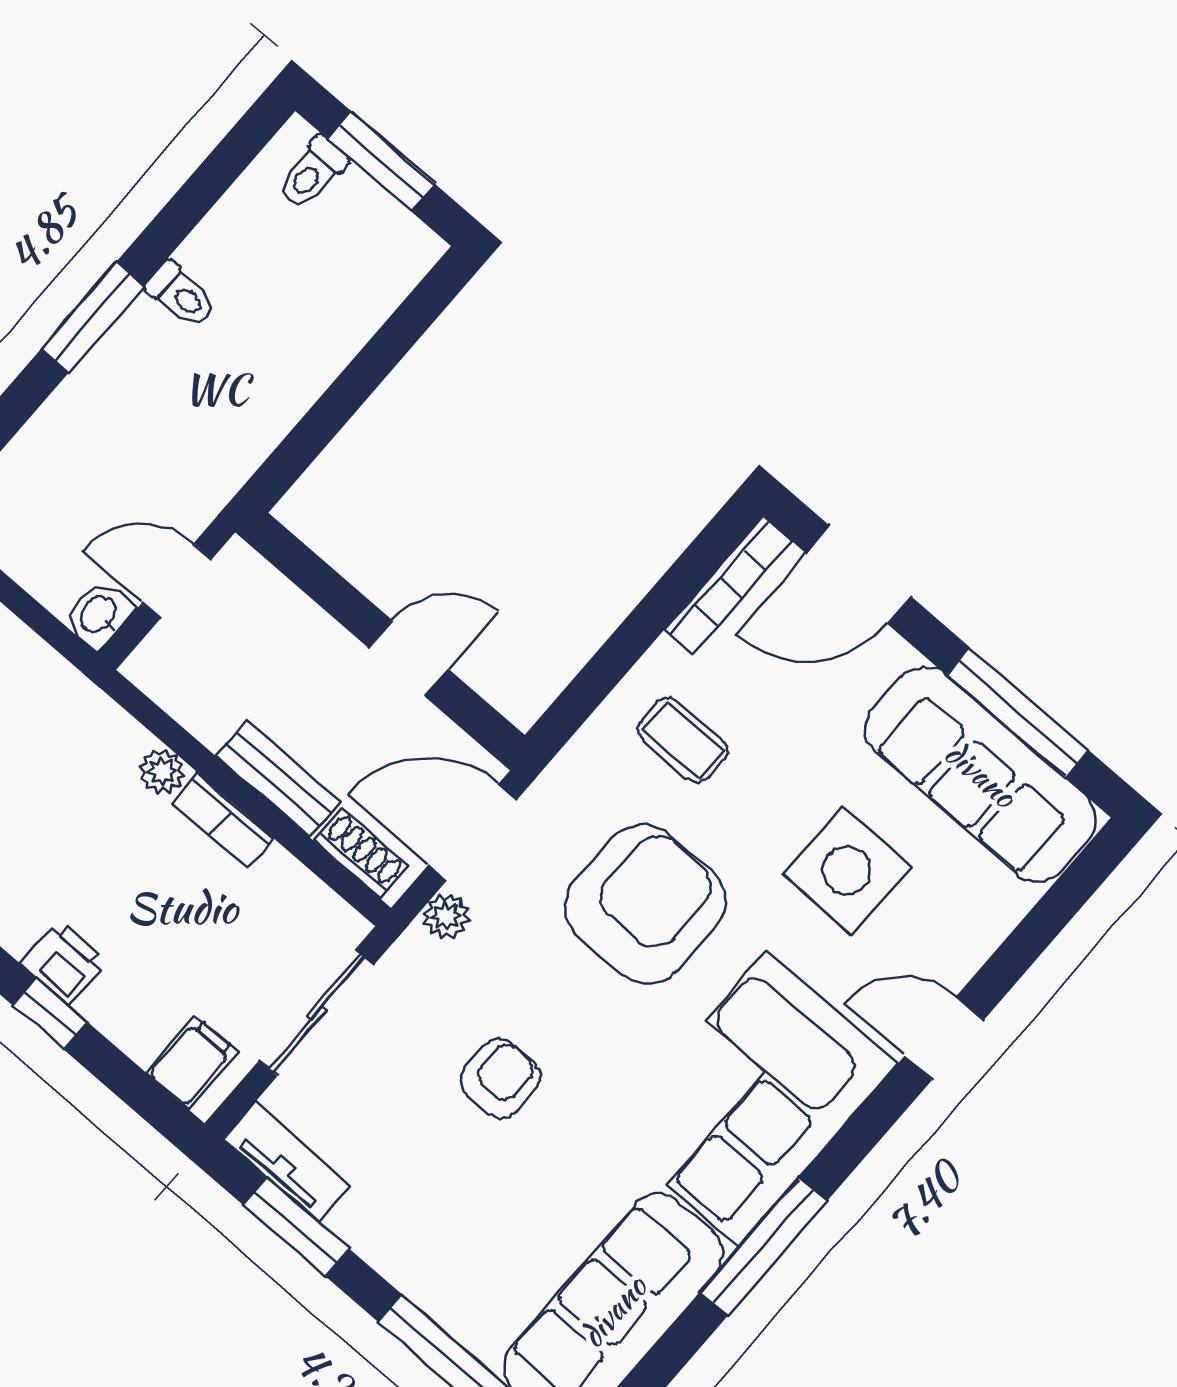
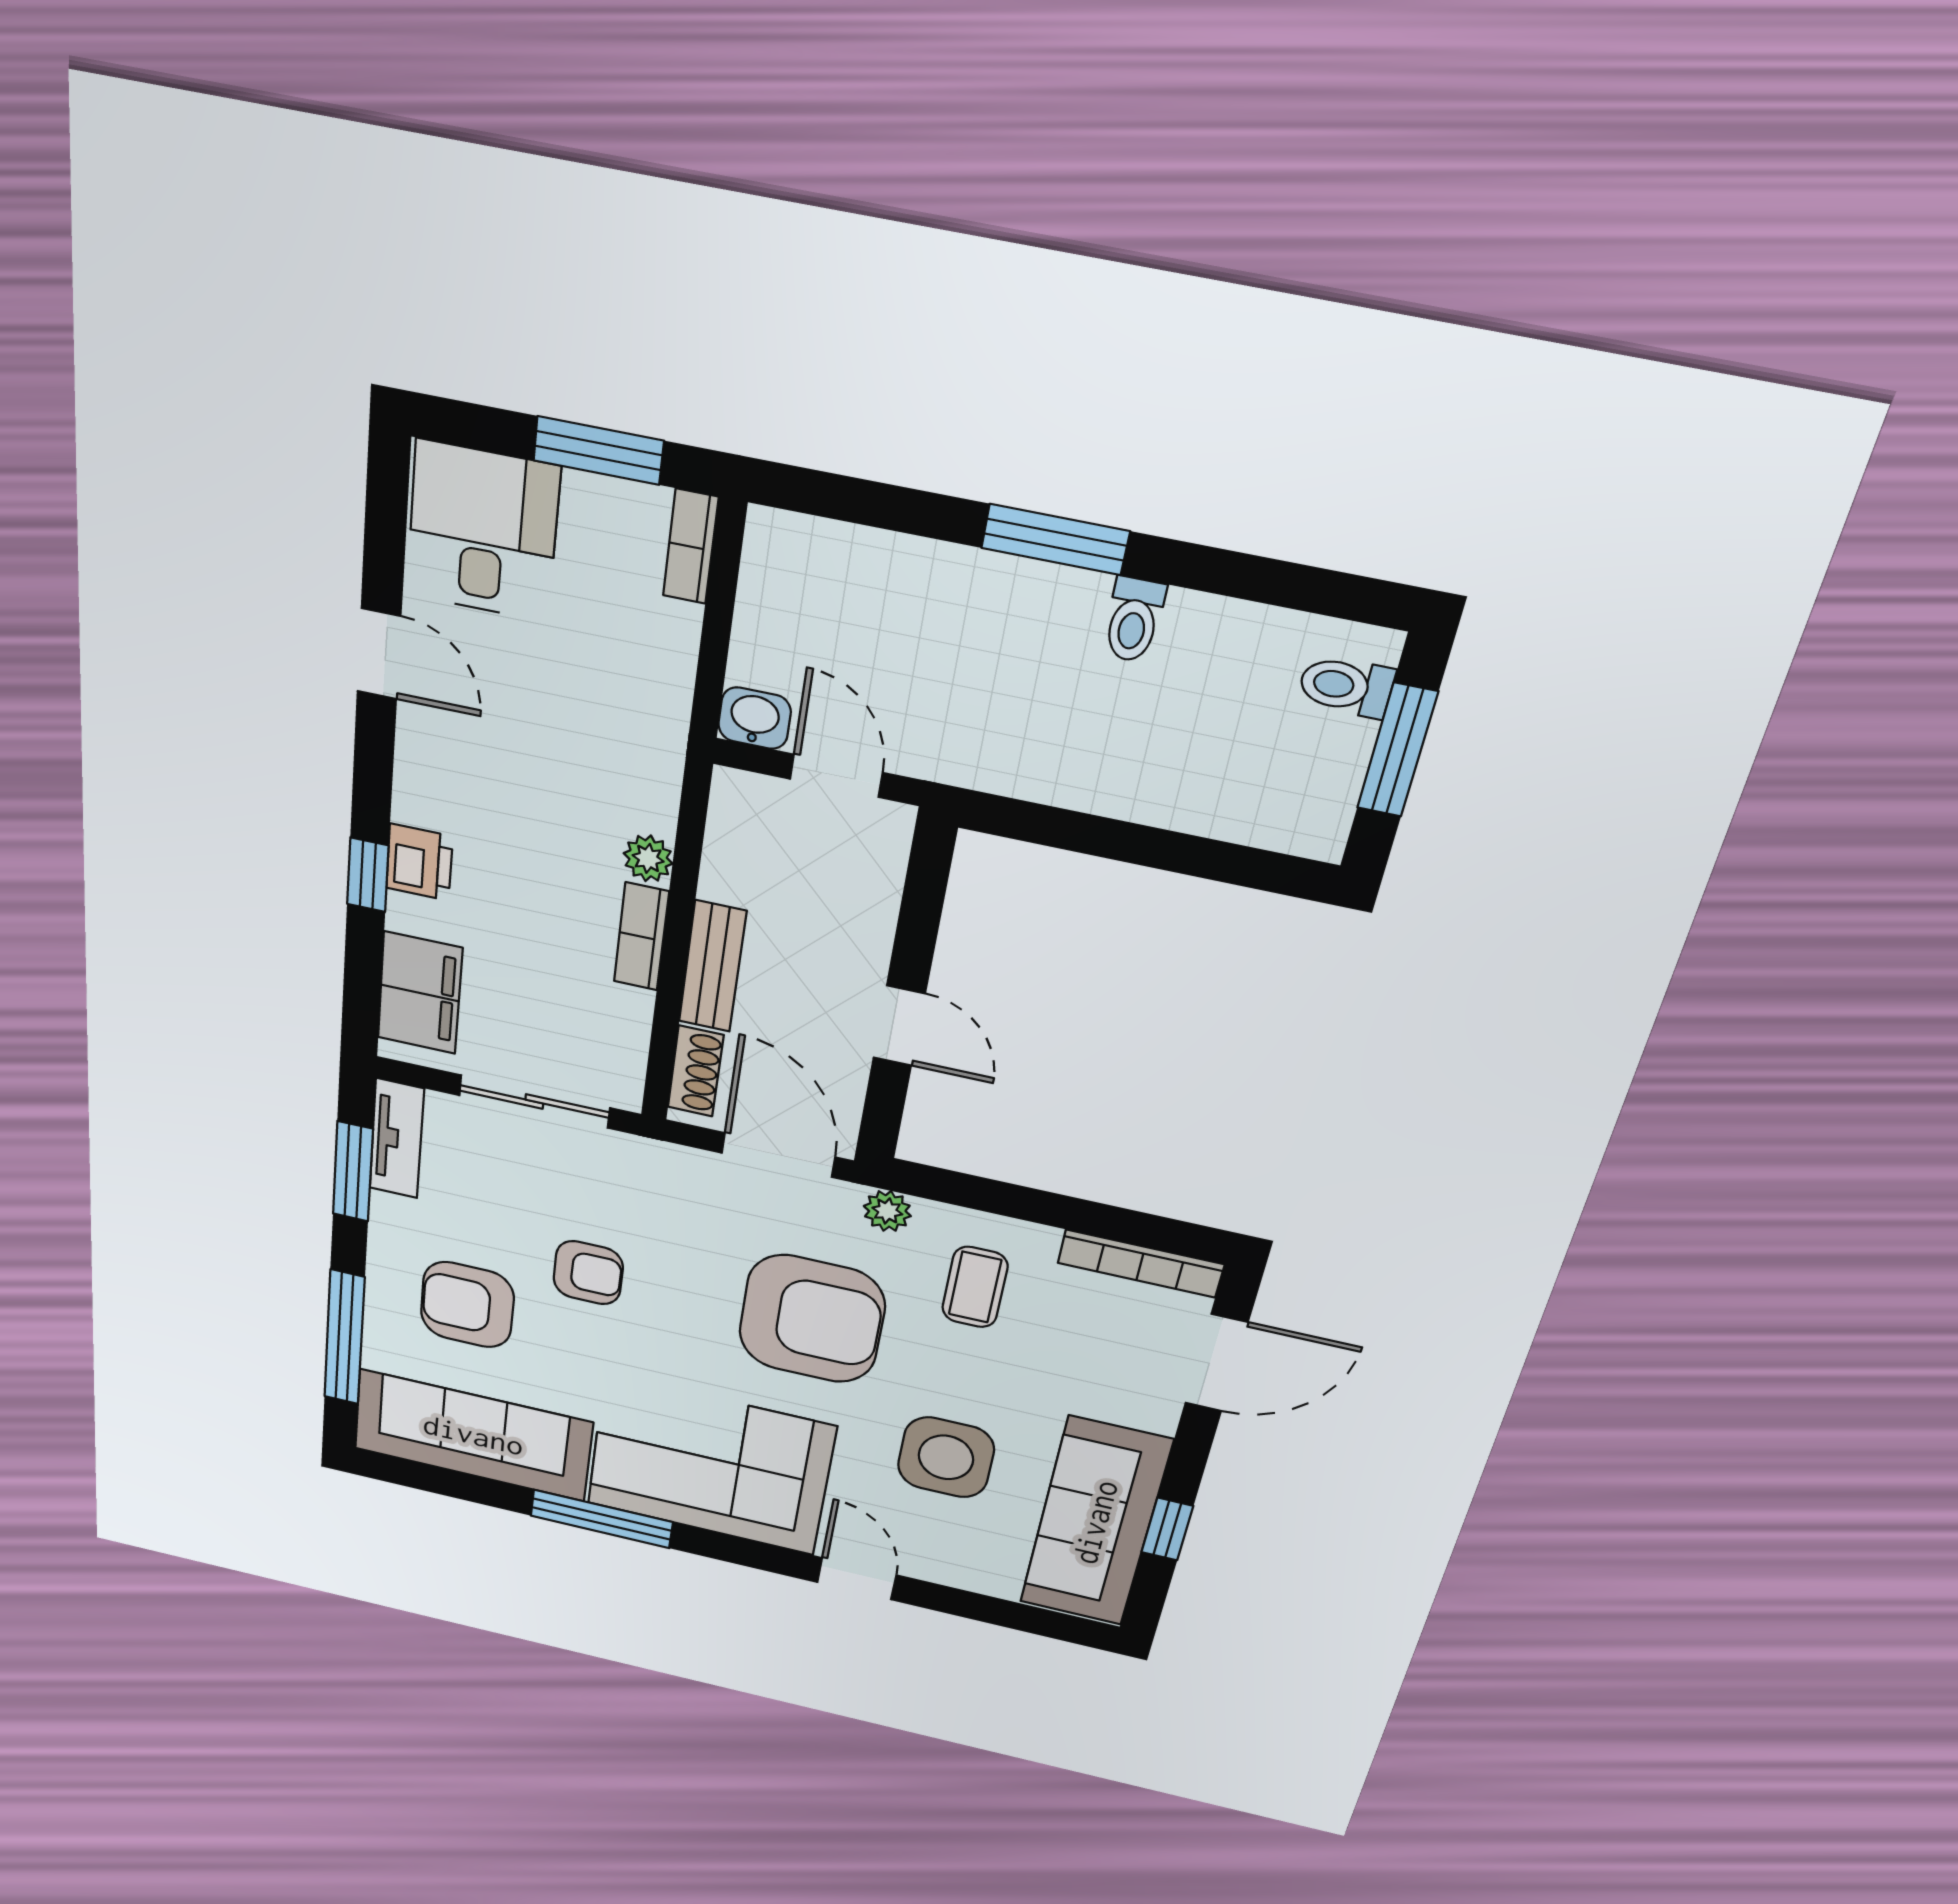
door: (859, 575) -> (1216, 1363), swing flipped
window: (1018, 713) -> (1167, 1529), width x0.46
plant: (446, 916) -> (887, 1211), moved
filing cabinet: (192, 1062) -> (420, 993), width x2.00
armchair: (477, 1216) -> (467, 1305), added

